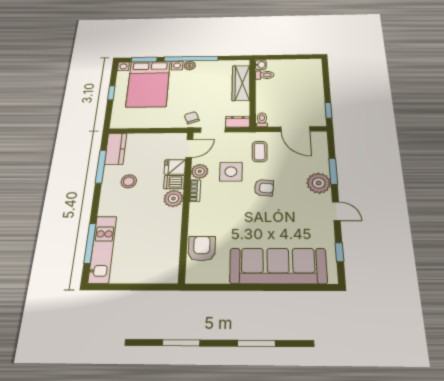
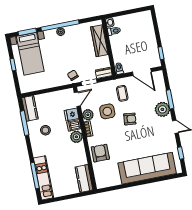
bed with nightstands: (148, 84) -> (30, 54), width x0.73
armchair: (202, 248) -> (100, 153), moved
kitchen counter: (168, 262) -> (84, 178), added

